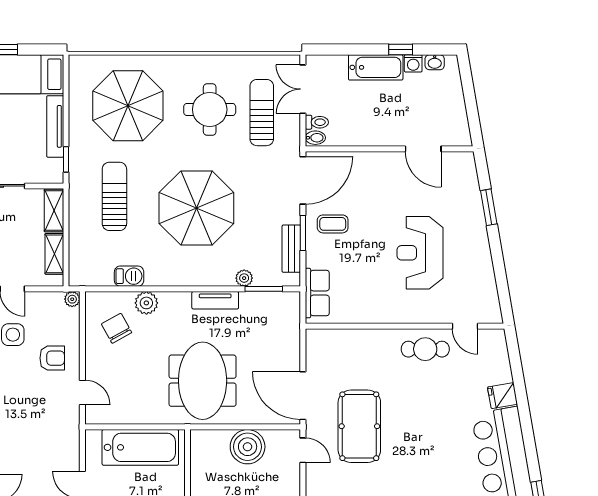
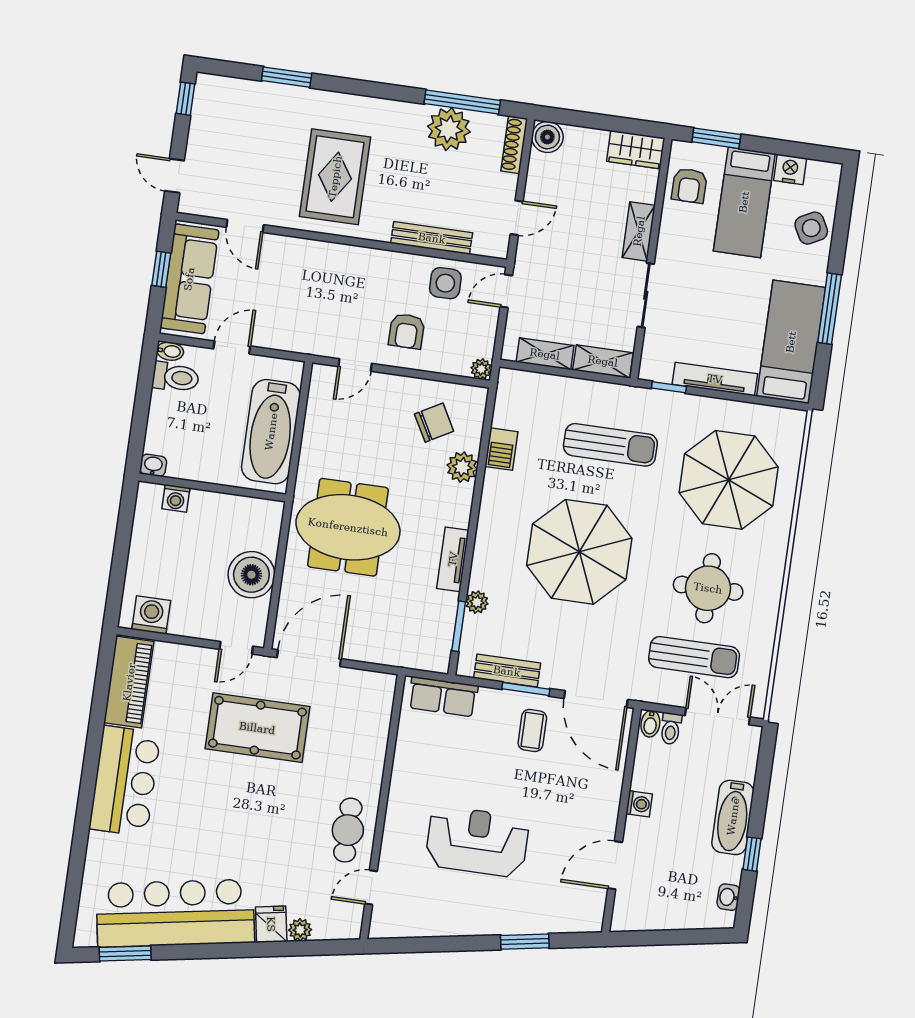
washing machine: (413, 63) -> (639, 804), moved, turned 180
plant: (504, 374) -> (300, 930), added

